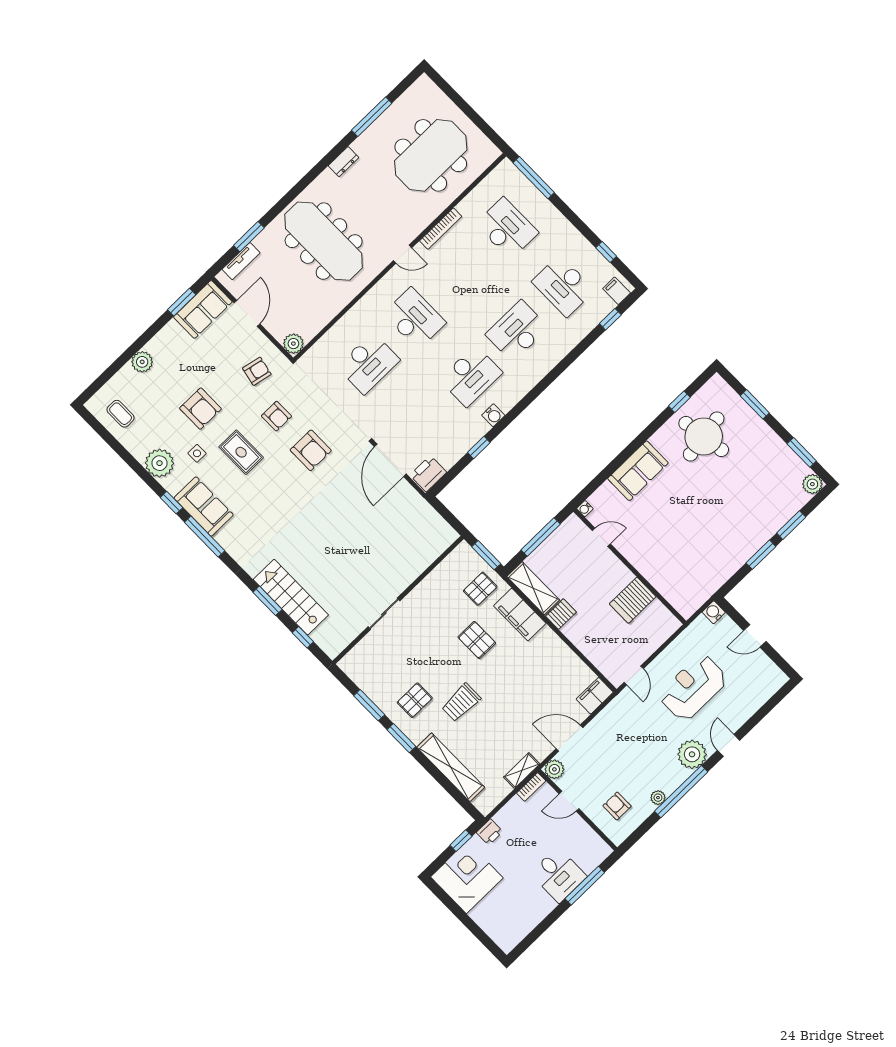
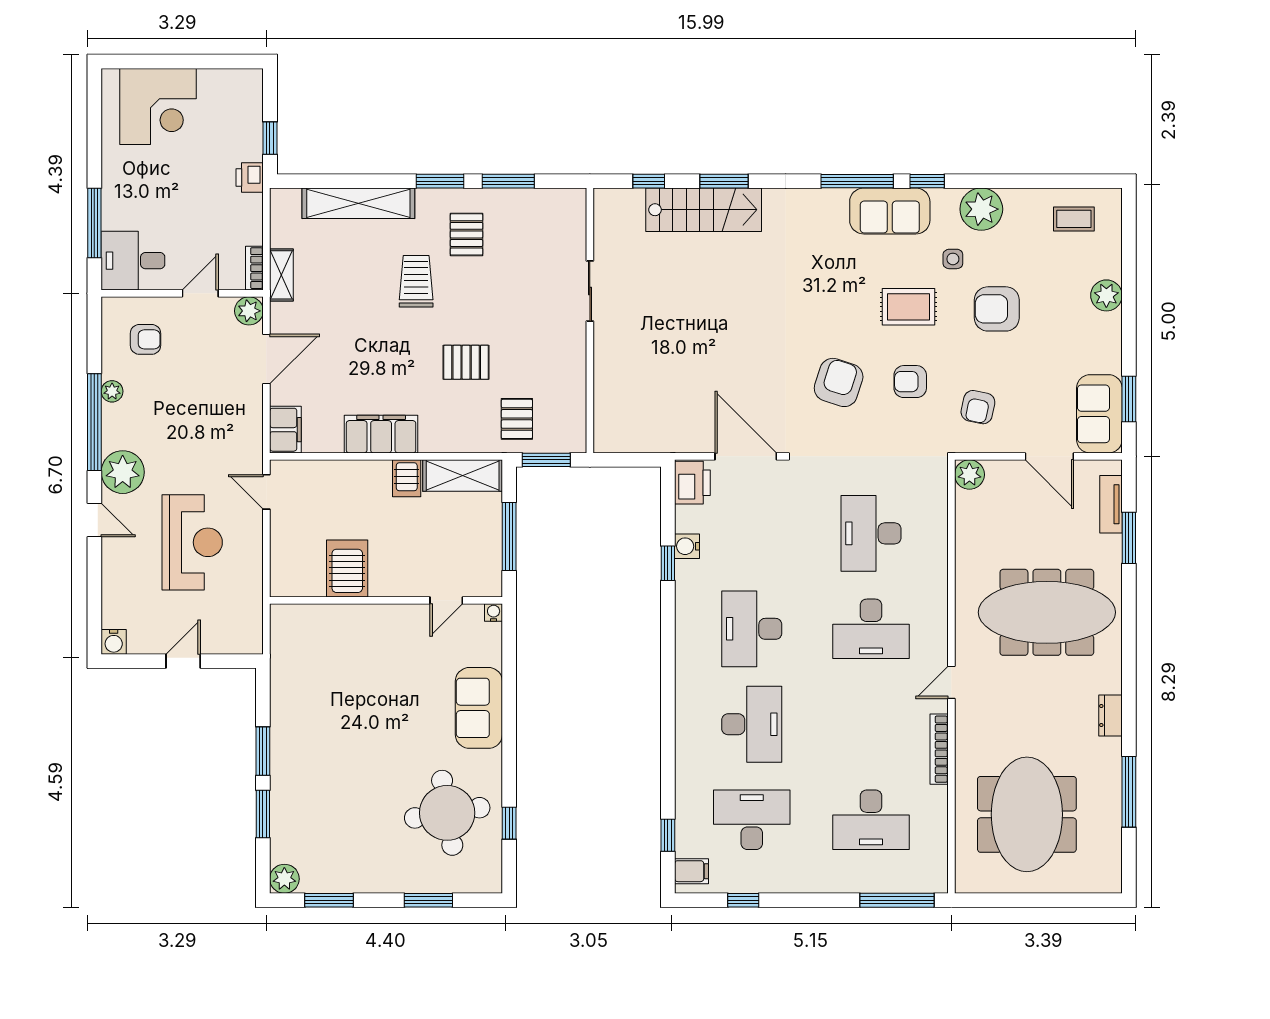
water cooler: (493, 415) -> (687, 546), moved
armchair: (311, 450) -> (839, 382), turned 108
water cooler: (714, 612) -> (114, 642), moved, turned 90
filing cabinet: (520, 615) -> (381, 434), moved
desk: (558, 875) -> (133, 261), moved
corner desk: (467, 877) -> (158, 106), moved

